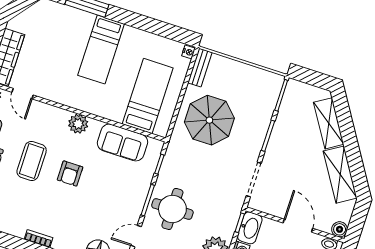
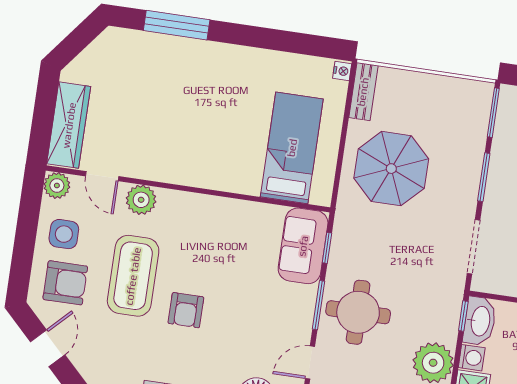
bed: (101, 50) -> (210, 90), removed
plant: (78, 124) -> (141, 200), moved
sofa: (123, 143) -> (303, 246), moved, turned 90
coffee table: (32, 161) -> (133, 276), width x1.36, depth x1.32
armchair: (70, 174) -> (186, 310), moved

